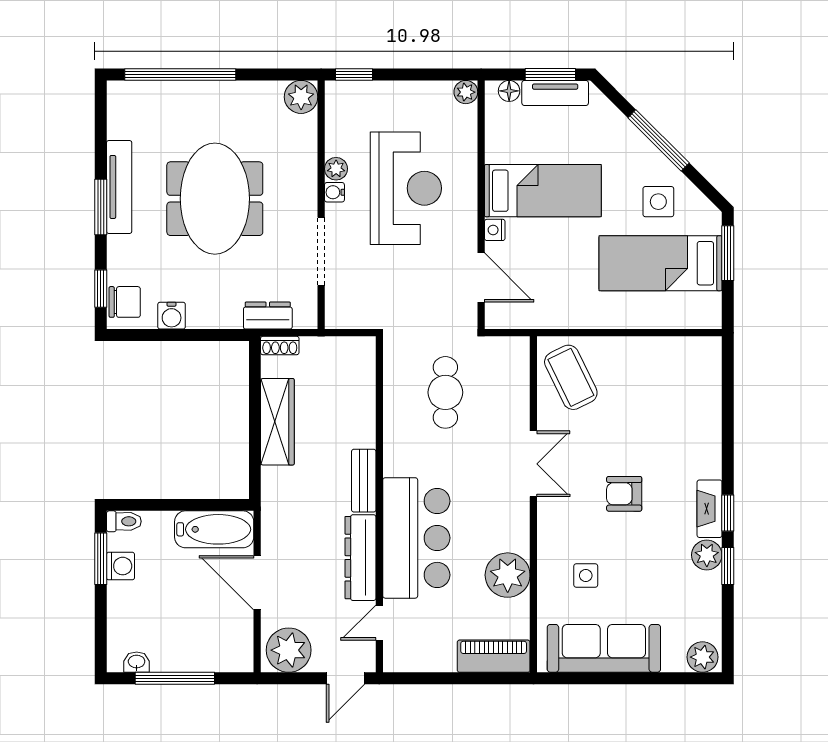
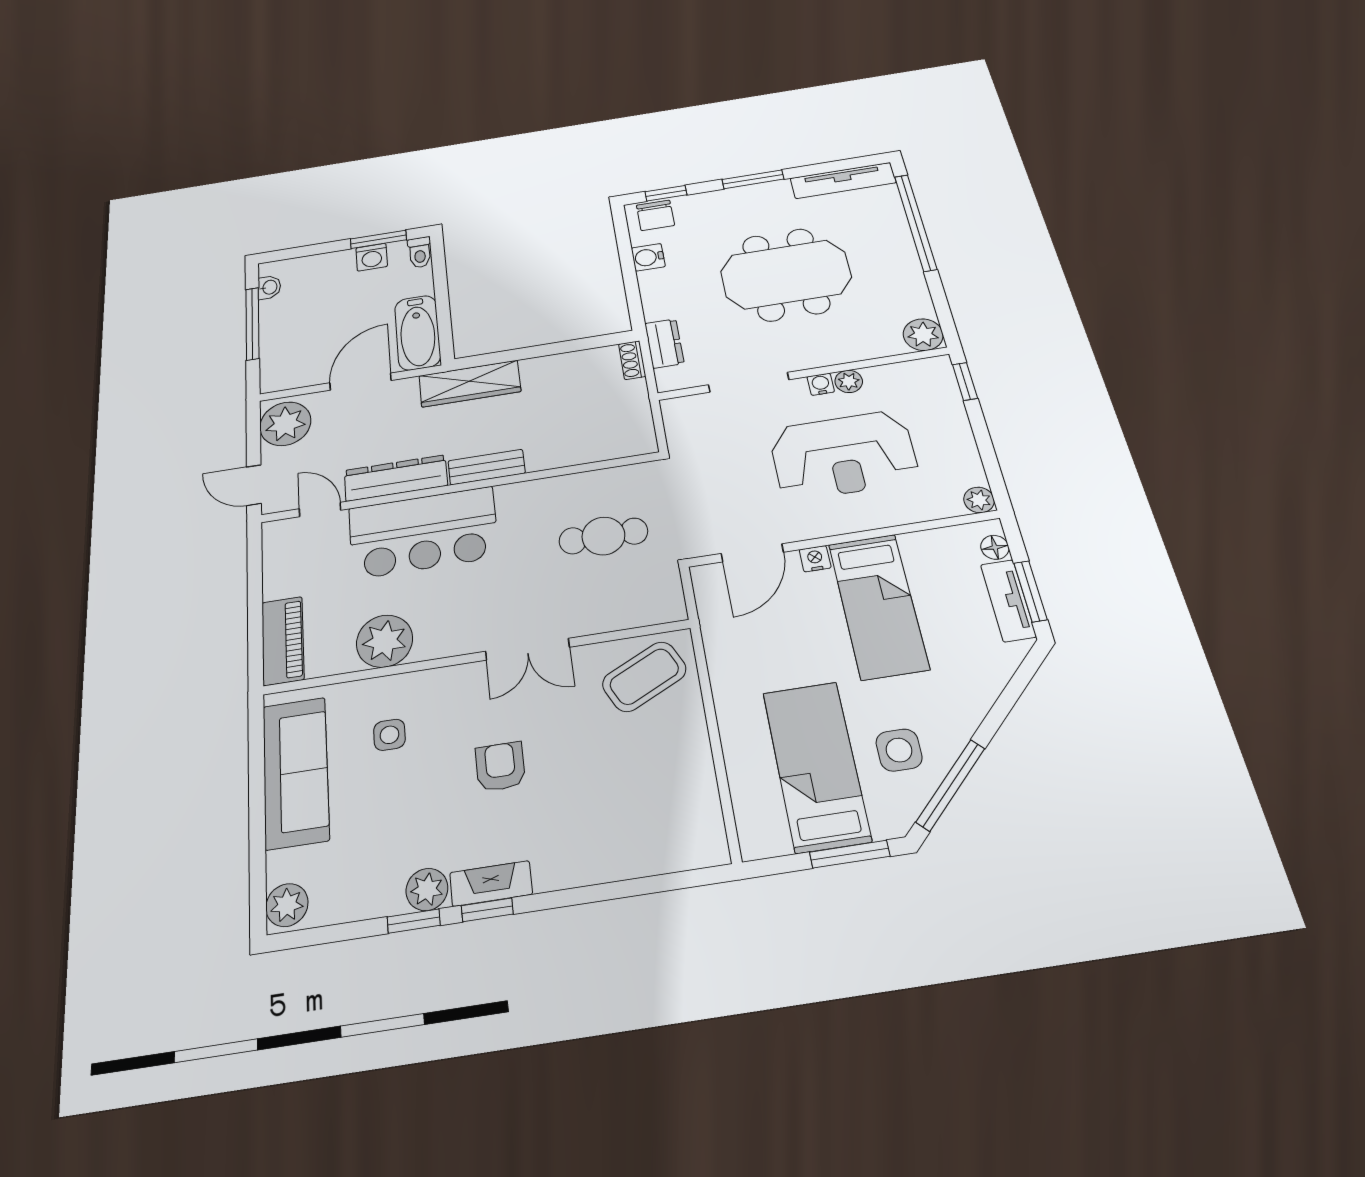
window: (659, 140) -> (951, 785), moved
tv unit: (119, 187) -> (843, 180), moved
wardrobe: (277, 422) -> (470, 384), moved

